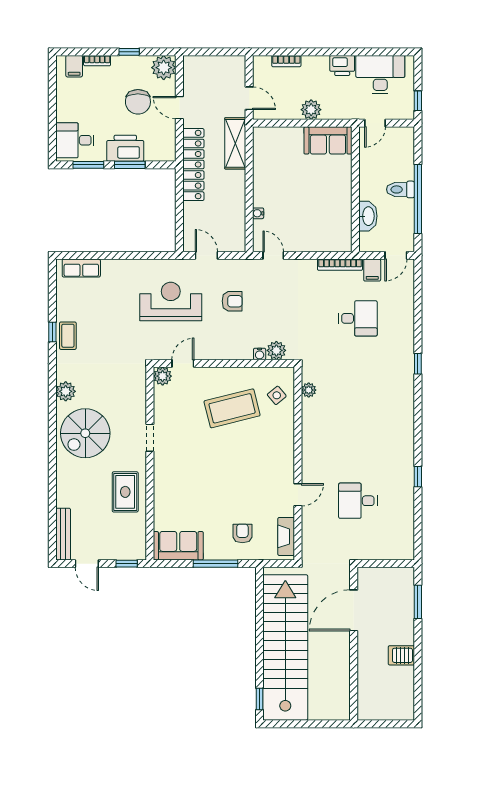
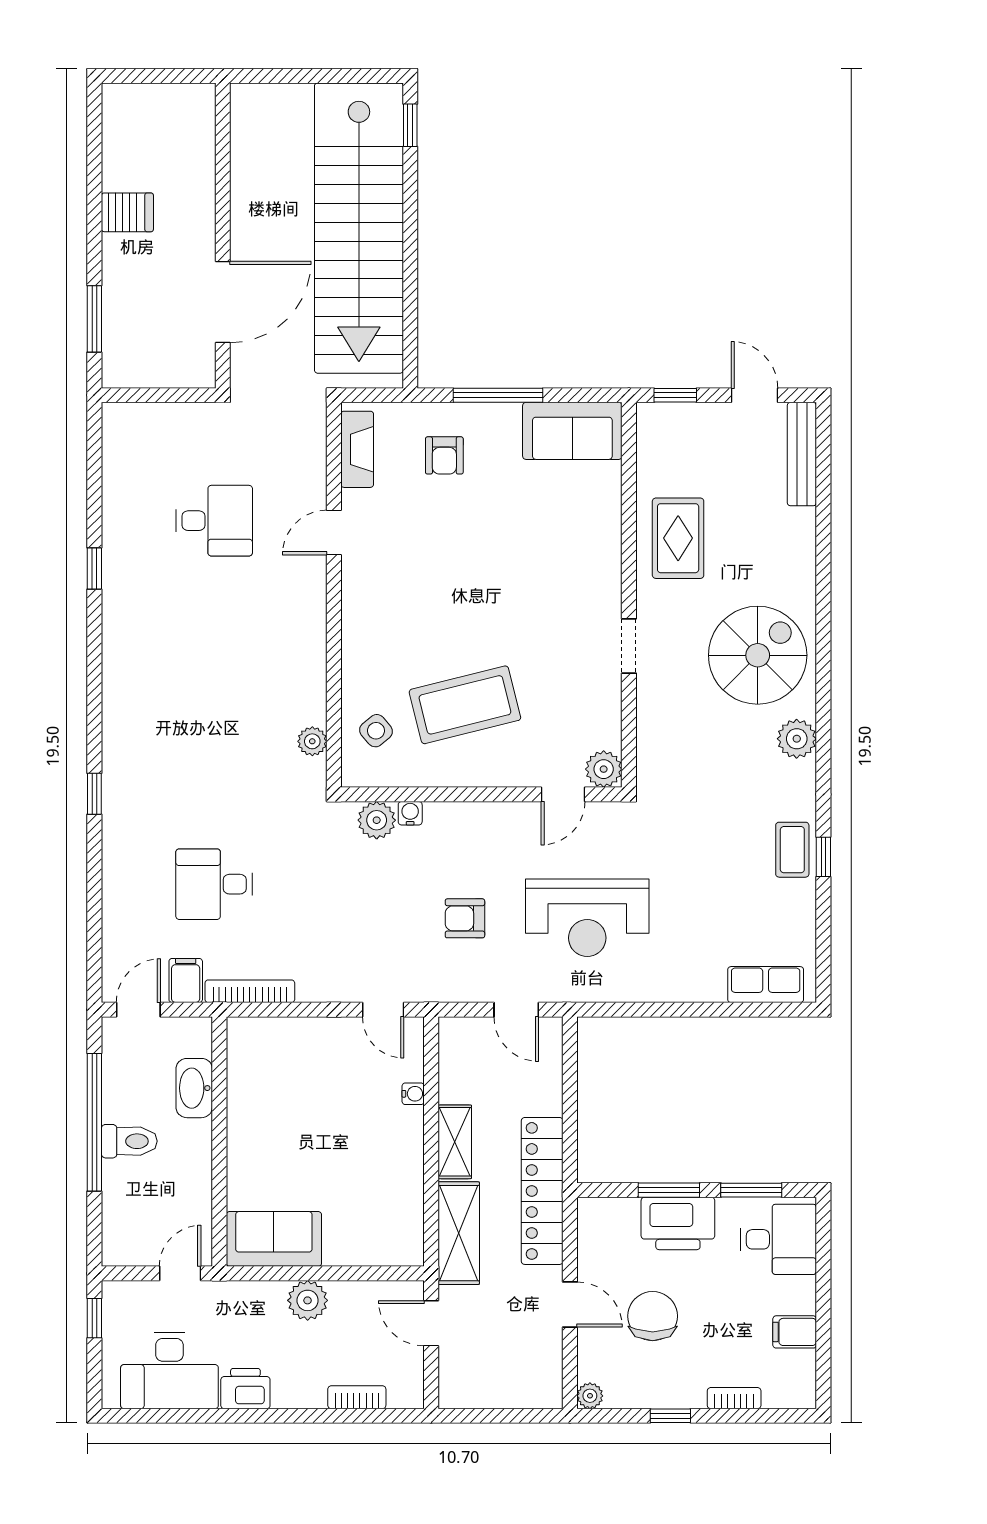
filing cabinet: (74, 66) -> (795, 1332), moved, turned -90
plant: (164, 68) -> (590, 1396), width x0.53, depth x0.53
shelving: (237, 189) -> (455, 1142), added

